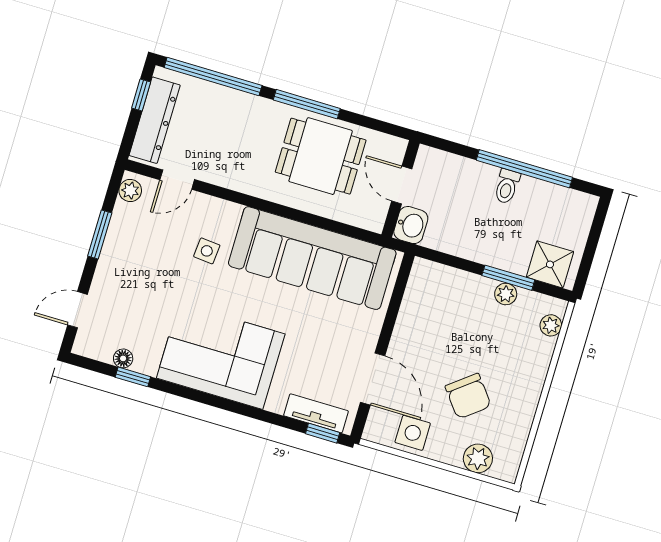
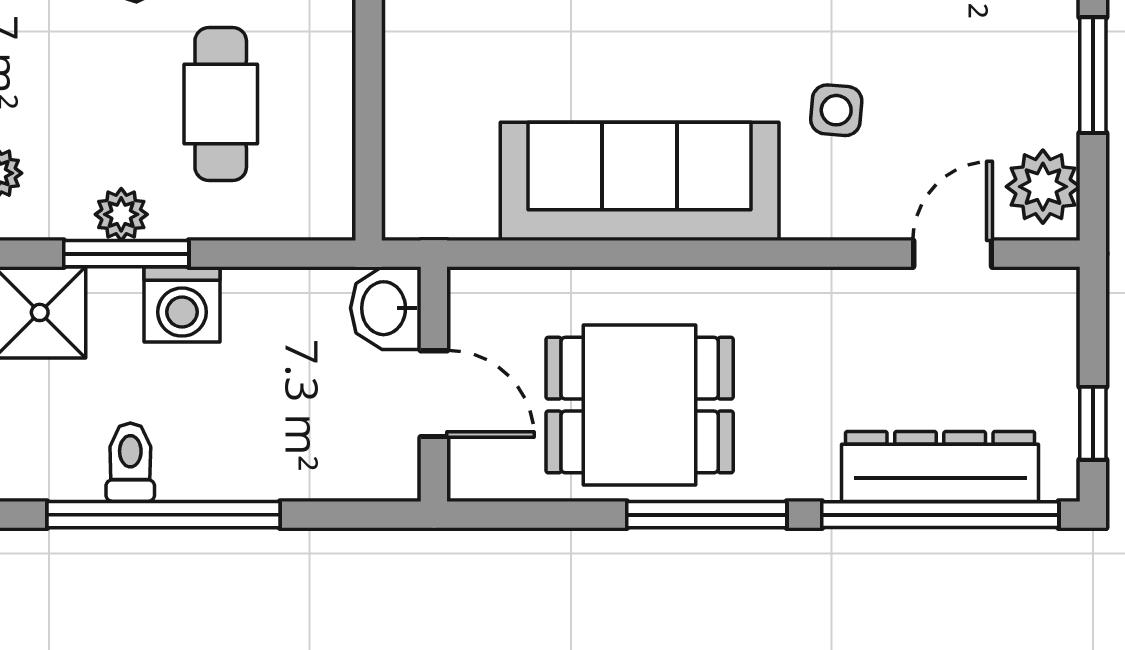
dresser: (155, 120) -> (940, 466), moved, turned 90
toilet: (507, 186) -> (130, 462), moved
plant: (130, 191) -> (1043, 187), width x1.38, depth x1.38
washing machine: (492, 251) -> (182, 304), added
sofa: (312, 258) -> (640, 181), width x0.74, depth x0.79
cafe table: (453, 326) -> (221, 104), added

